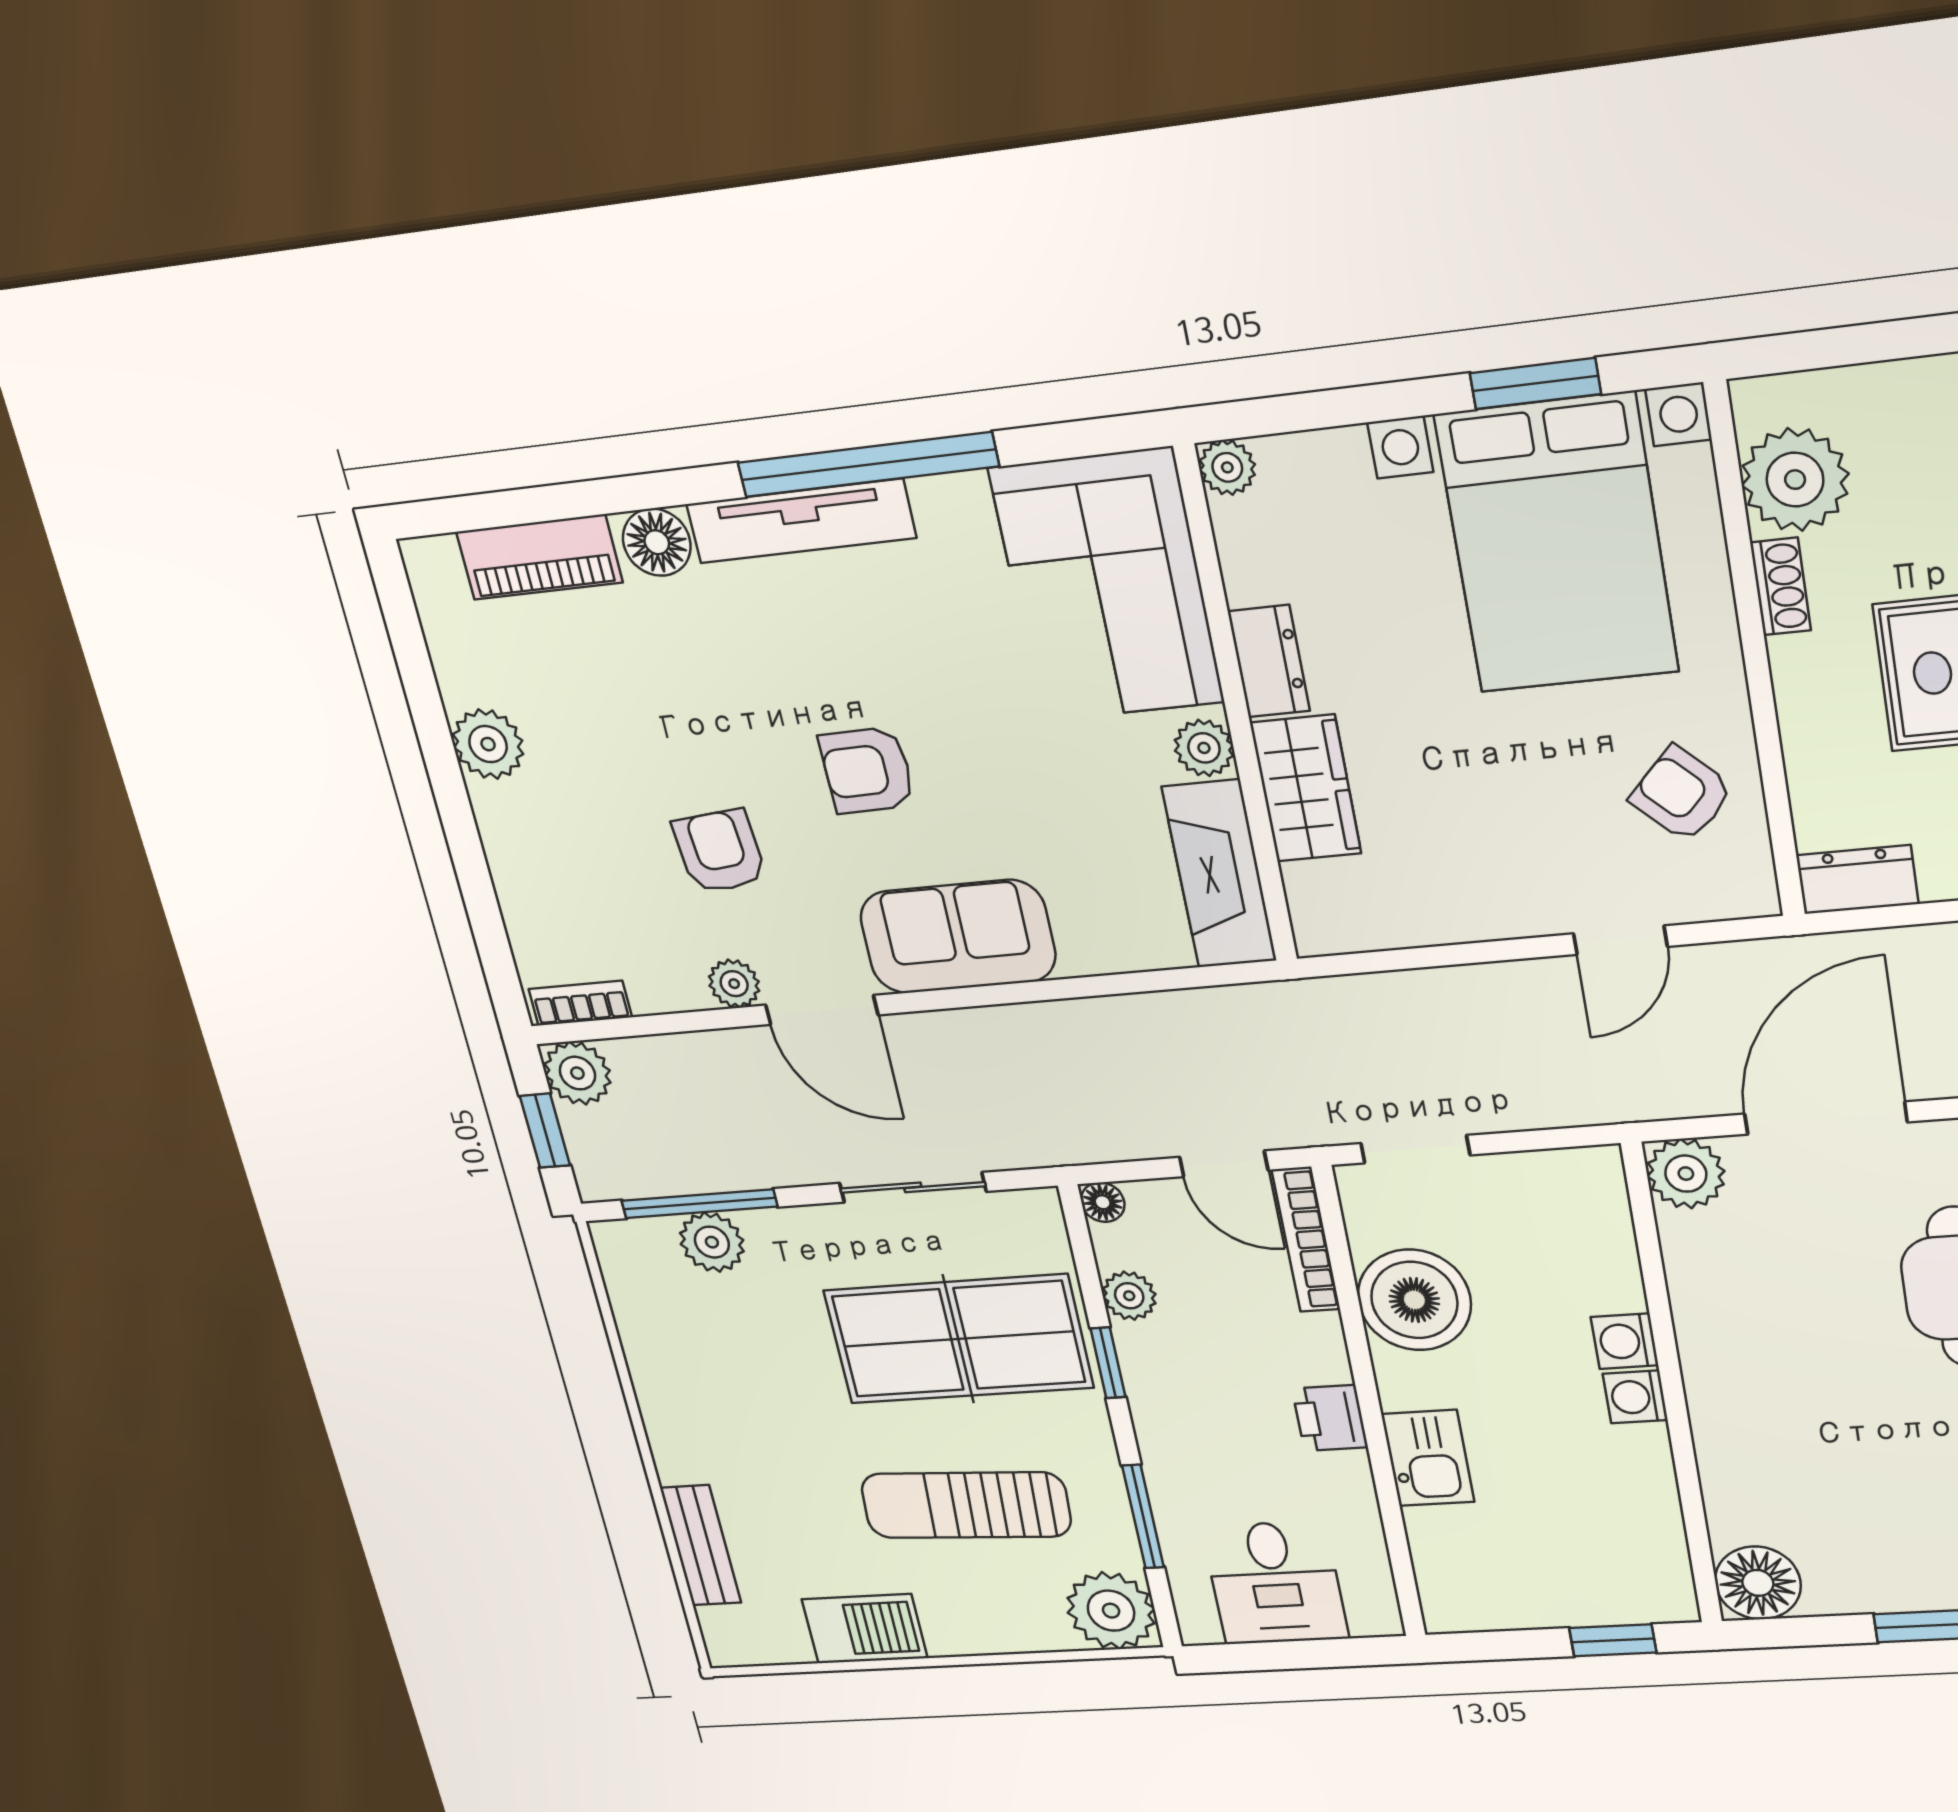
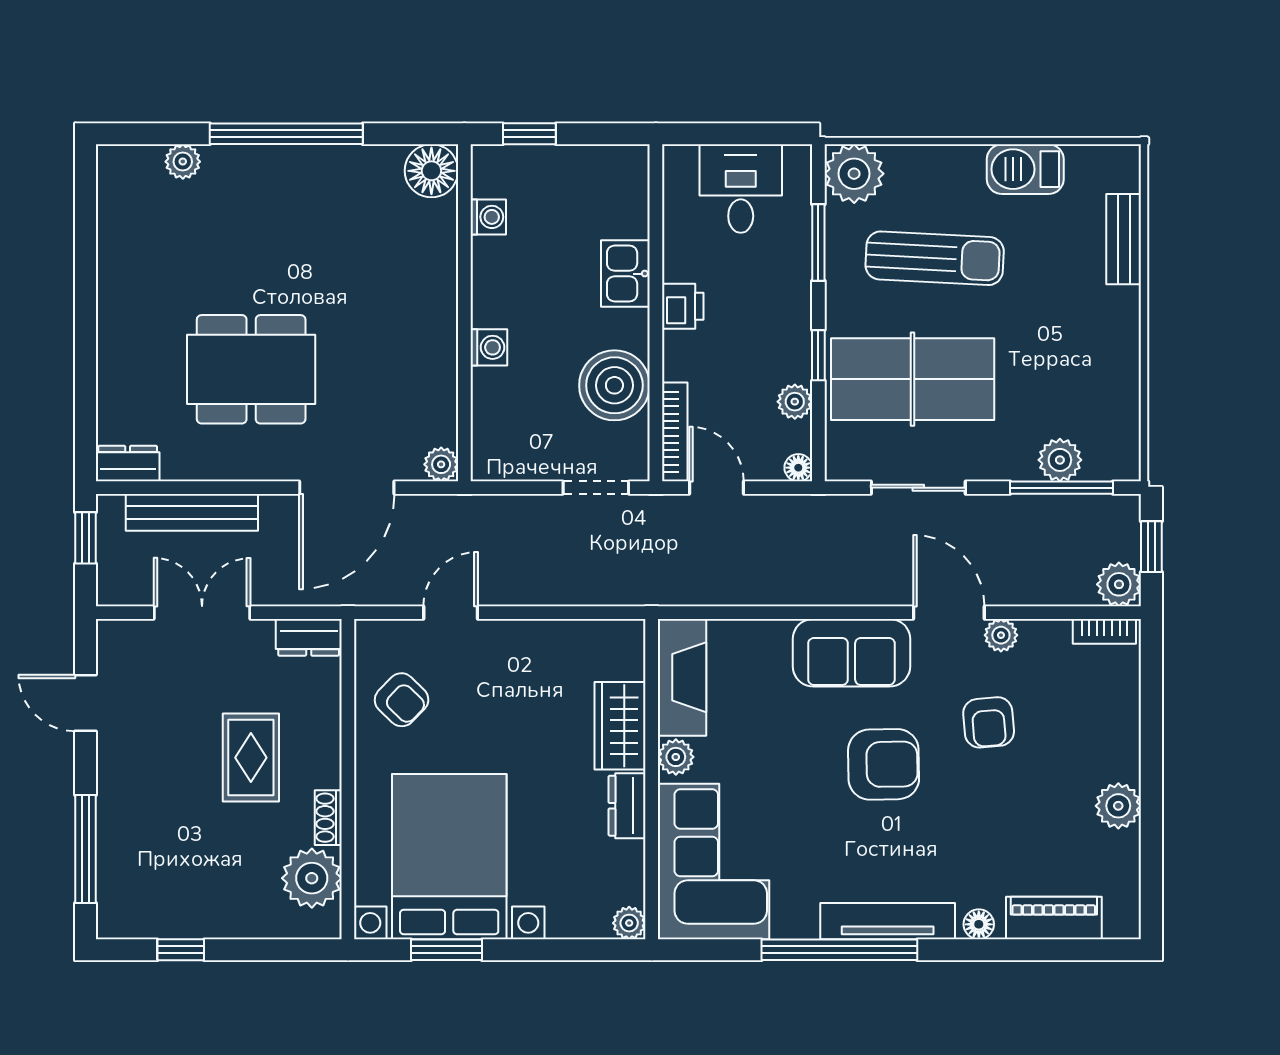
floor lamp: (657, 542) -> (979, 924), width x0.73, depth x0.73
armchair: (867, 770) -> (884, 764), width x1.38, depth x1.38
plant: (1686, 1174) -> (441, 464), width x0.73, depth x0.73
washing machine: (1635, 1397) -> (488, 217), moved

